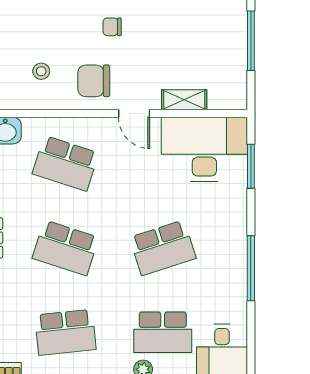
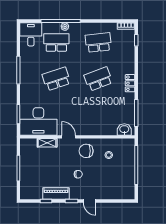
chair: (94, 81) -> (86, 151), turned 180
school desk: (65, 163) -> (98, 115), removed
school desk: (65, 248) -> (98, 79), turned -39

